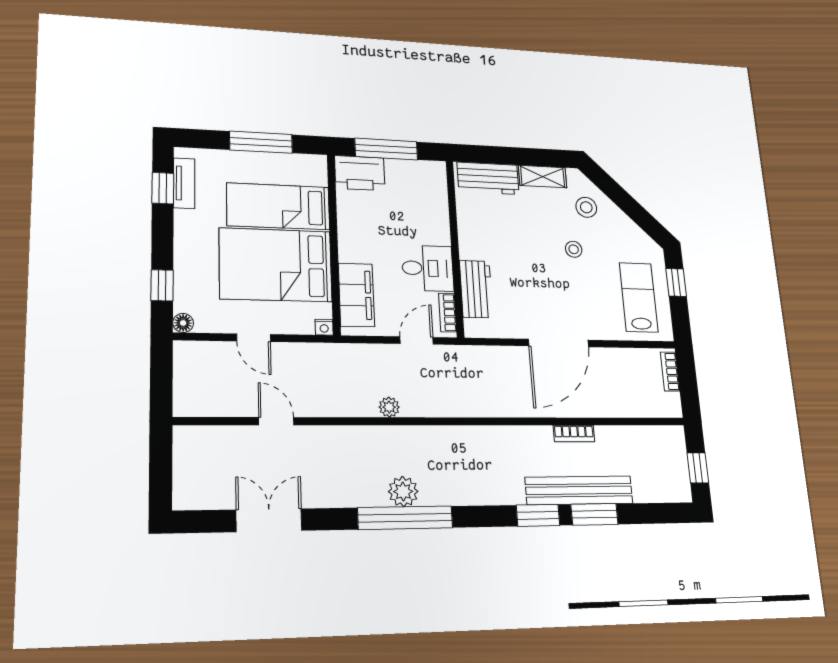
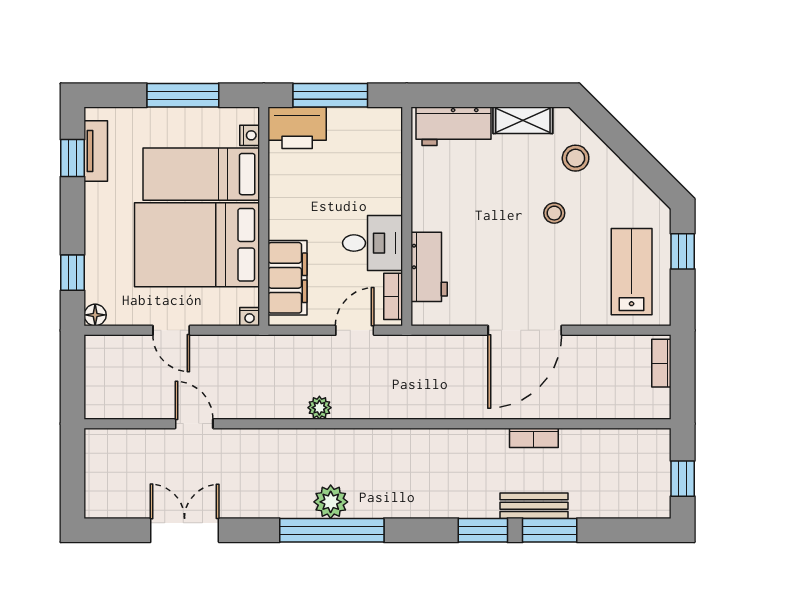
nightstand: (320, 177) -> (250, 135), added
bench: (579, 490) -> (534, 506), width x0.54, depth x0.82

